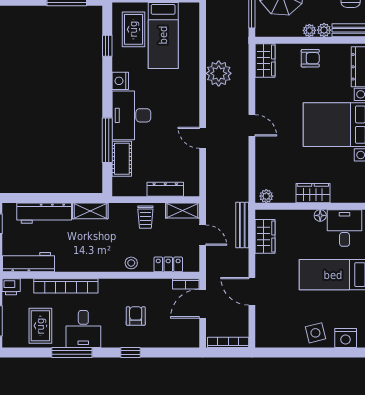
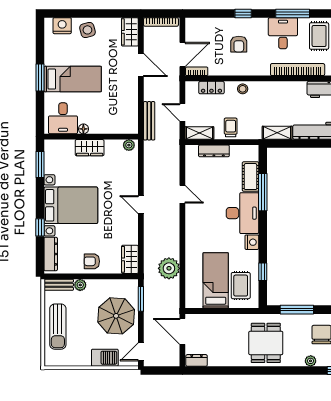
plant: (309, 30) -> (93, 285), removed
plant: (219, 73) -> (169, 268), moved
wardrobe: (265, 236) -> (130, 32), moved

